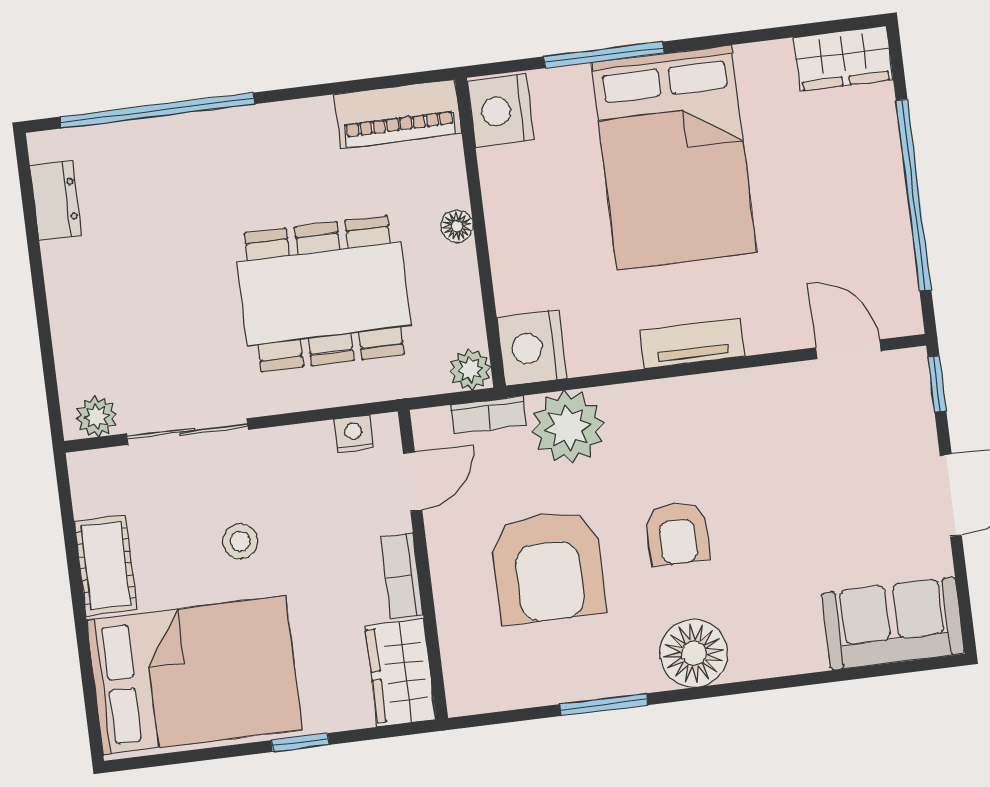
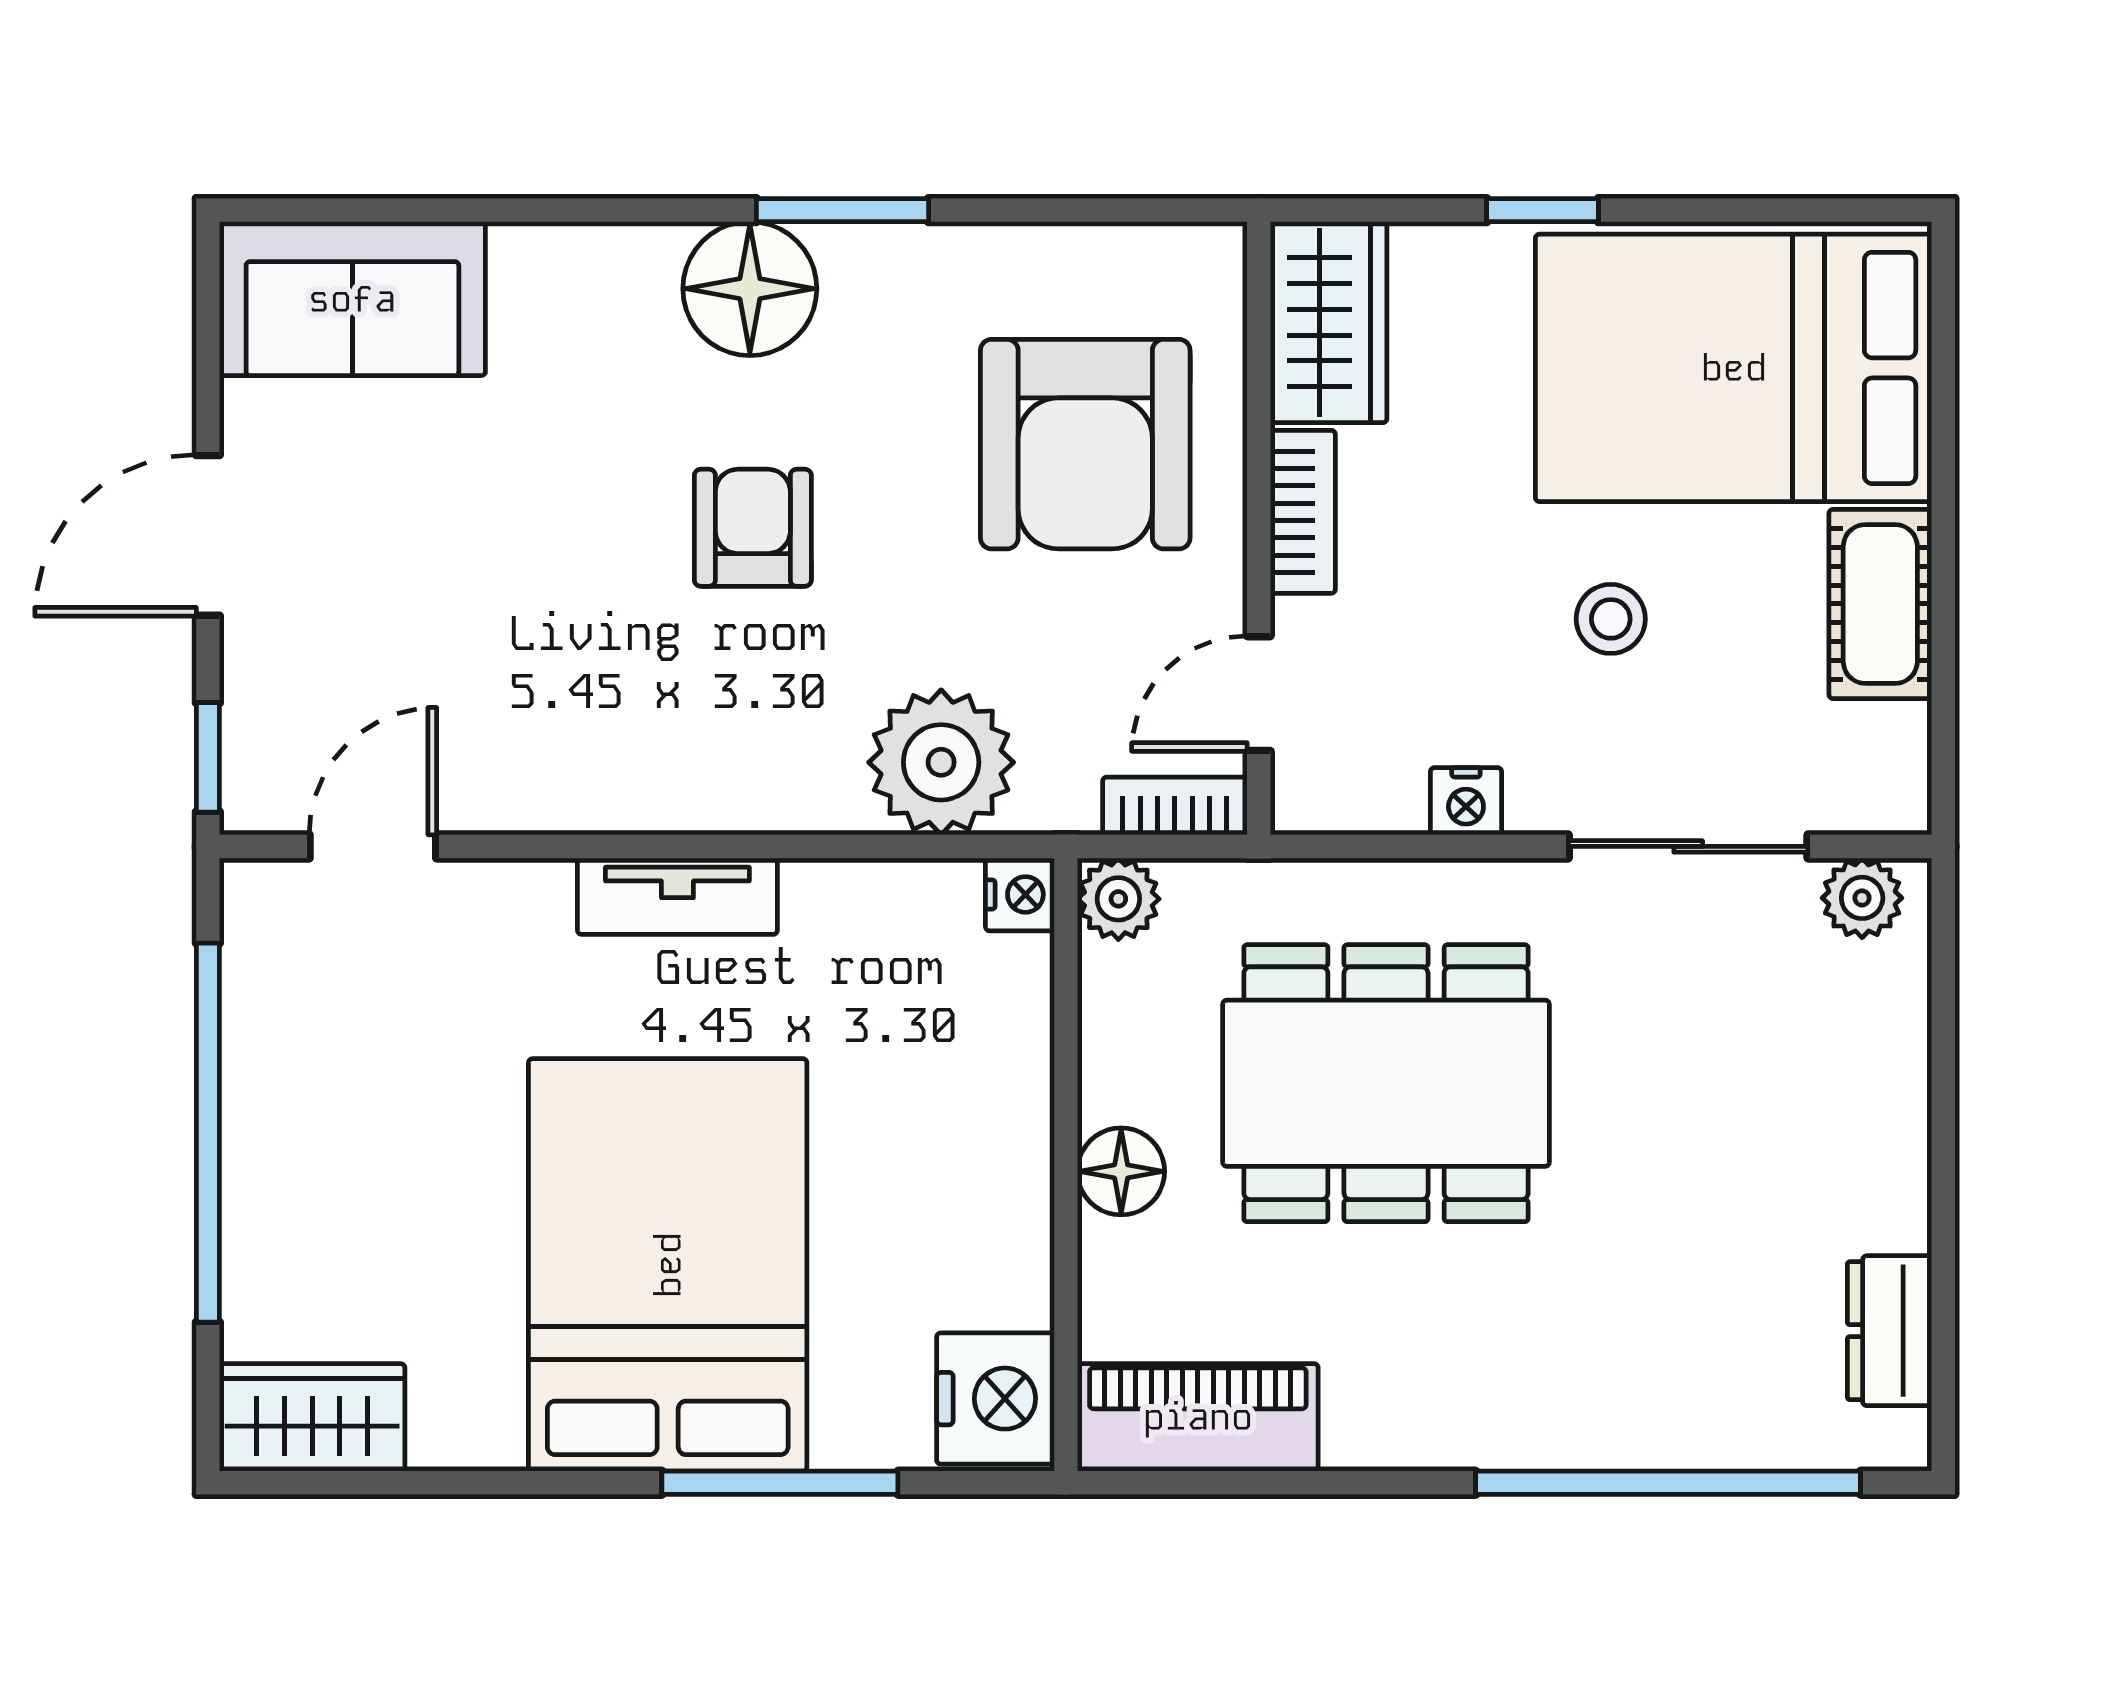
floor lamp: (457, 226) -> (1121, 1171), width x1.37, depth x1.37
nightstand: (532, 348) -> (1020, 894), width x0.53, depth x0.56
door: (848, 349) -> (373, 846), swing flipped
bookcase: (489, 415) -> (1175, 806), moved
nightstand: (353, 434) -> (1466, 801), moved
armchair: (548, 567) -> (1085, 444), moved, turned 180
window: (604, 705) -> (842, 210), moved

